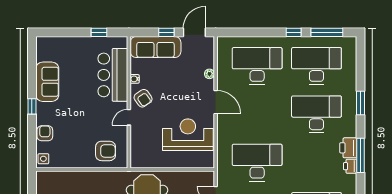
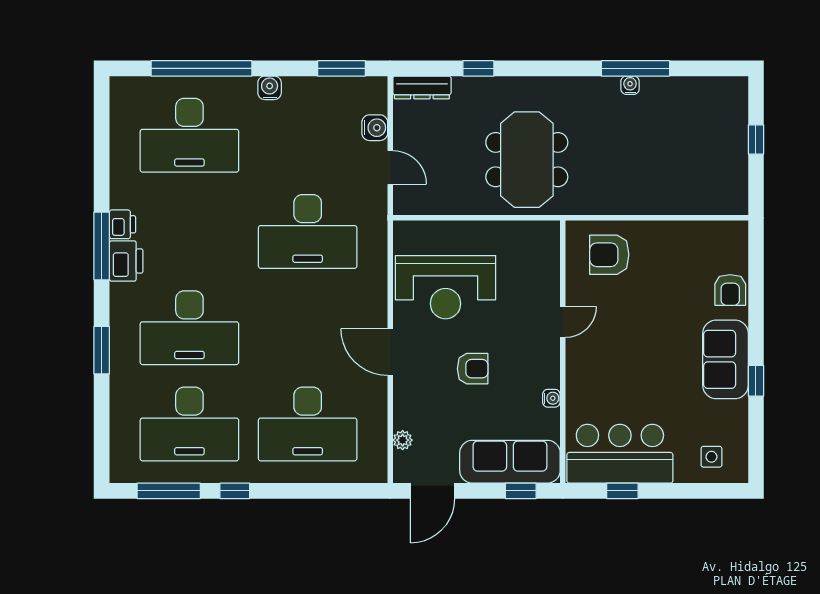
window: (166, 32) -> (521, 491), moved
plant: (209, 74) -> (403, 440), moved
bar counter: (113, 75) -> (620, 454), moved, turned -90
sofa: (47, 82) -> (725, 359), moved
armchair: (143, 98) -> (473, 369), moved, turned 125
window: (32, 106) -> (756, 381), moved
side table: (43, 159) -> (711, 457), moved

